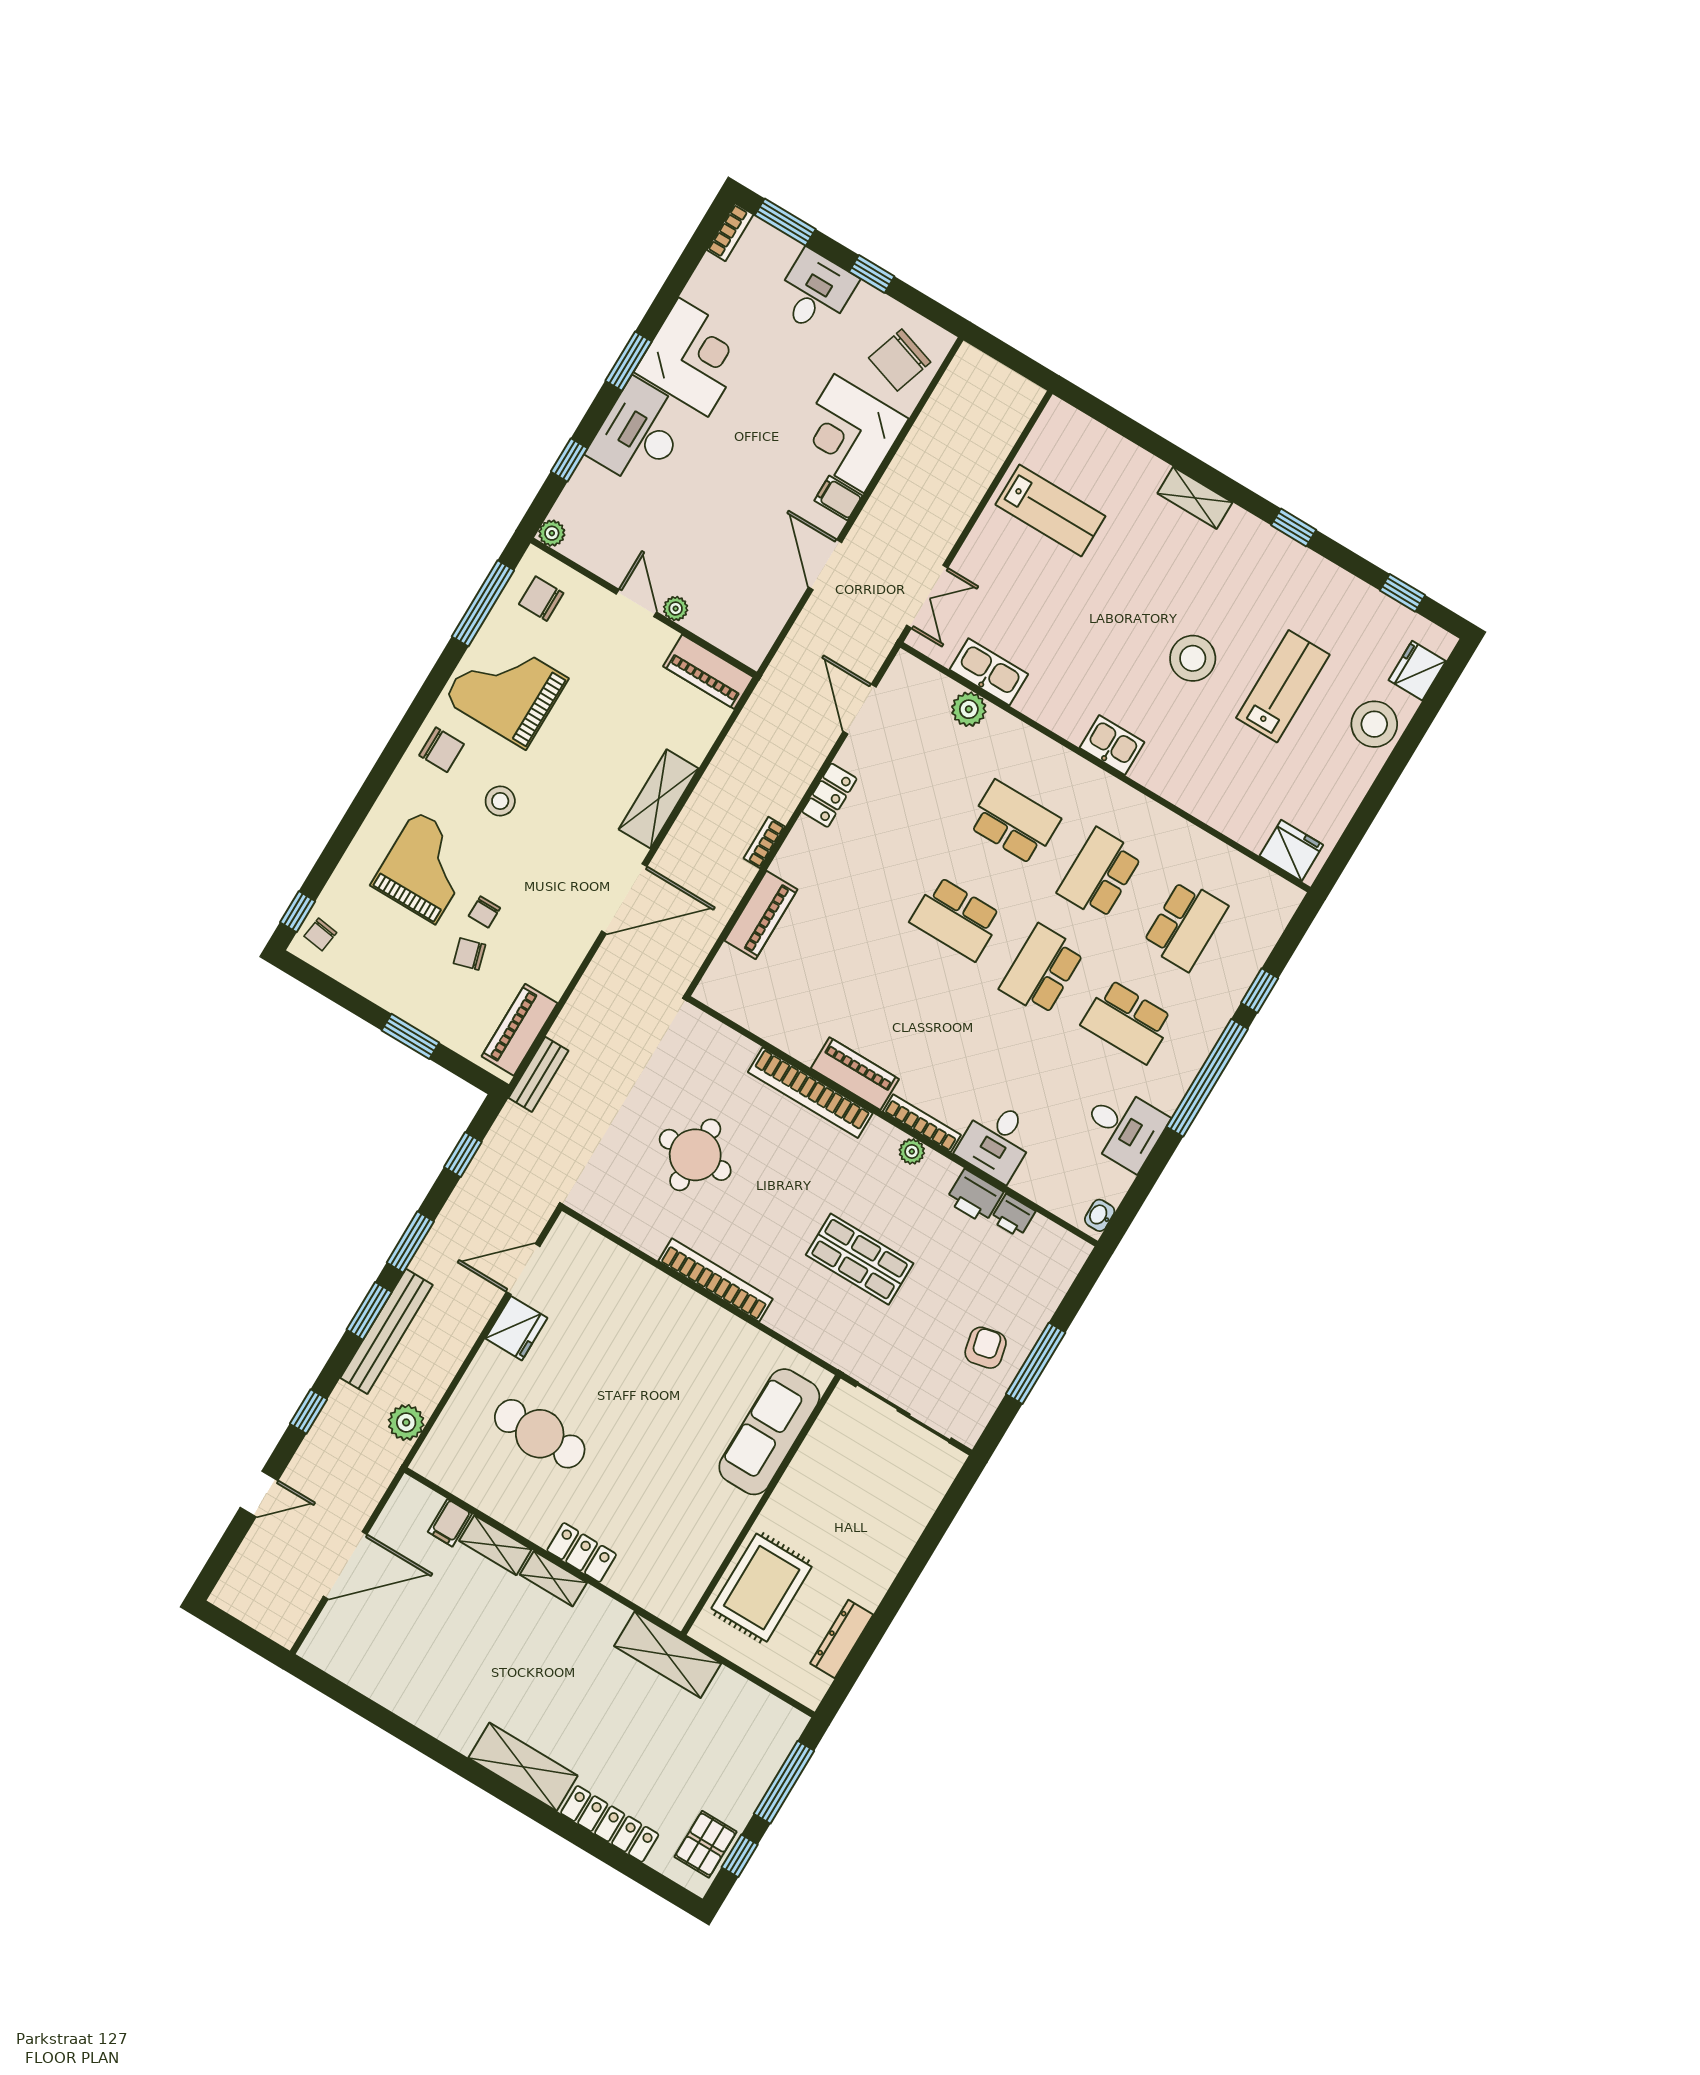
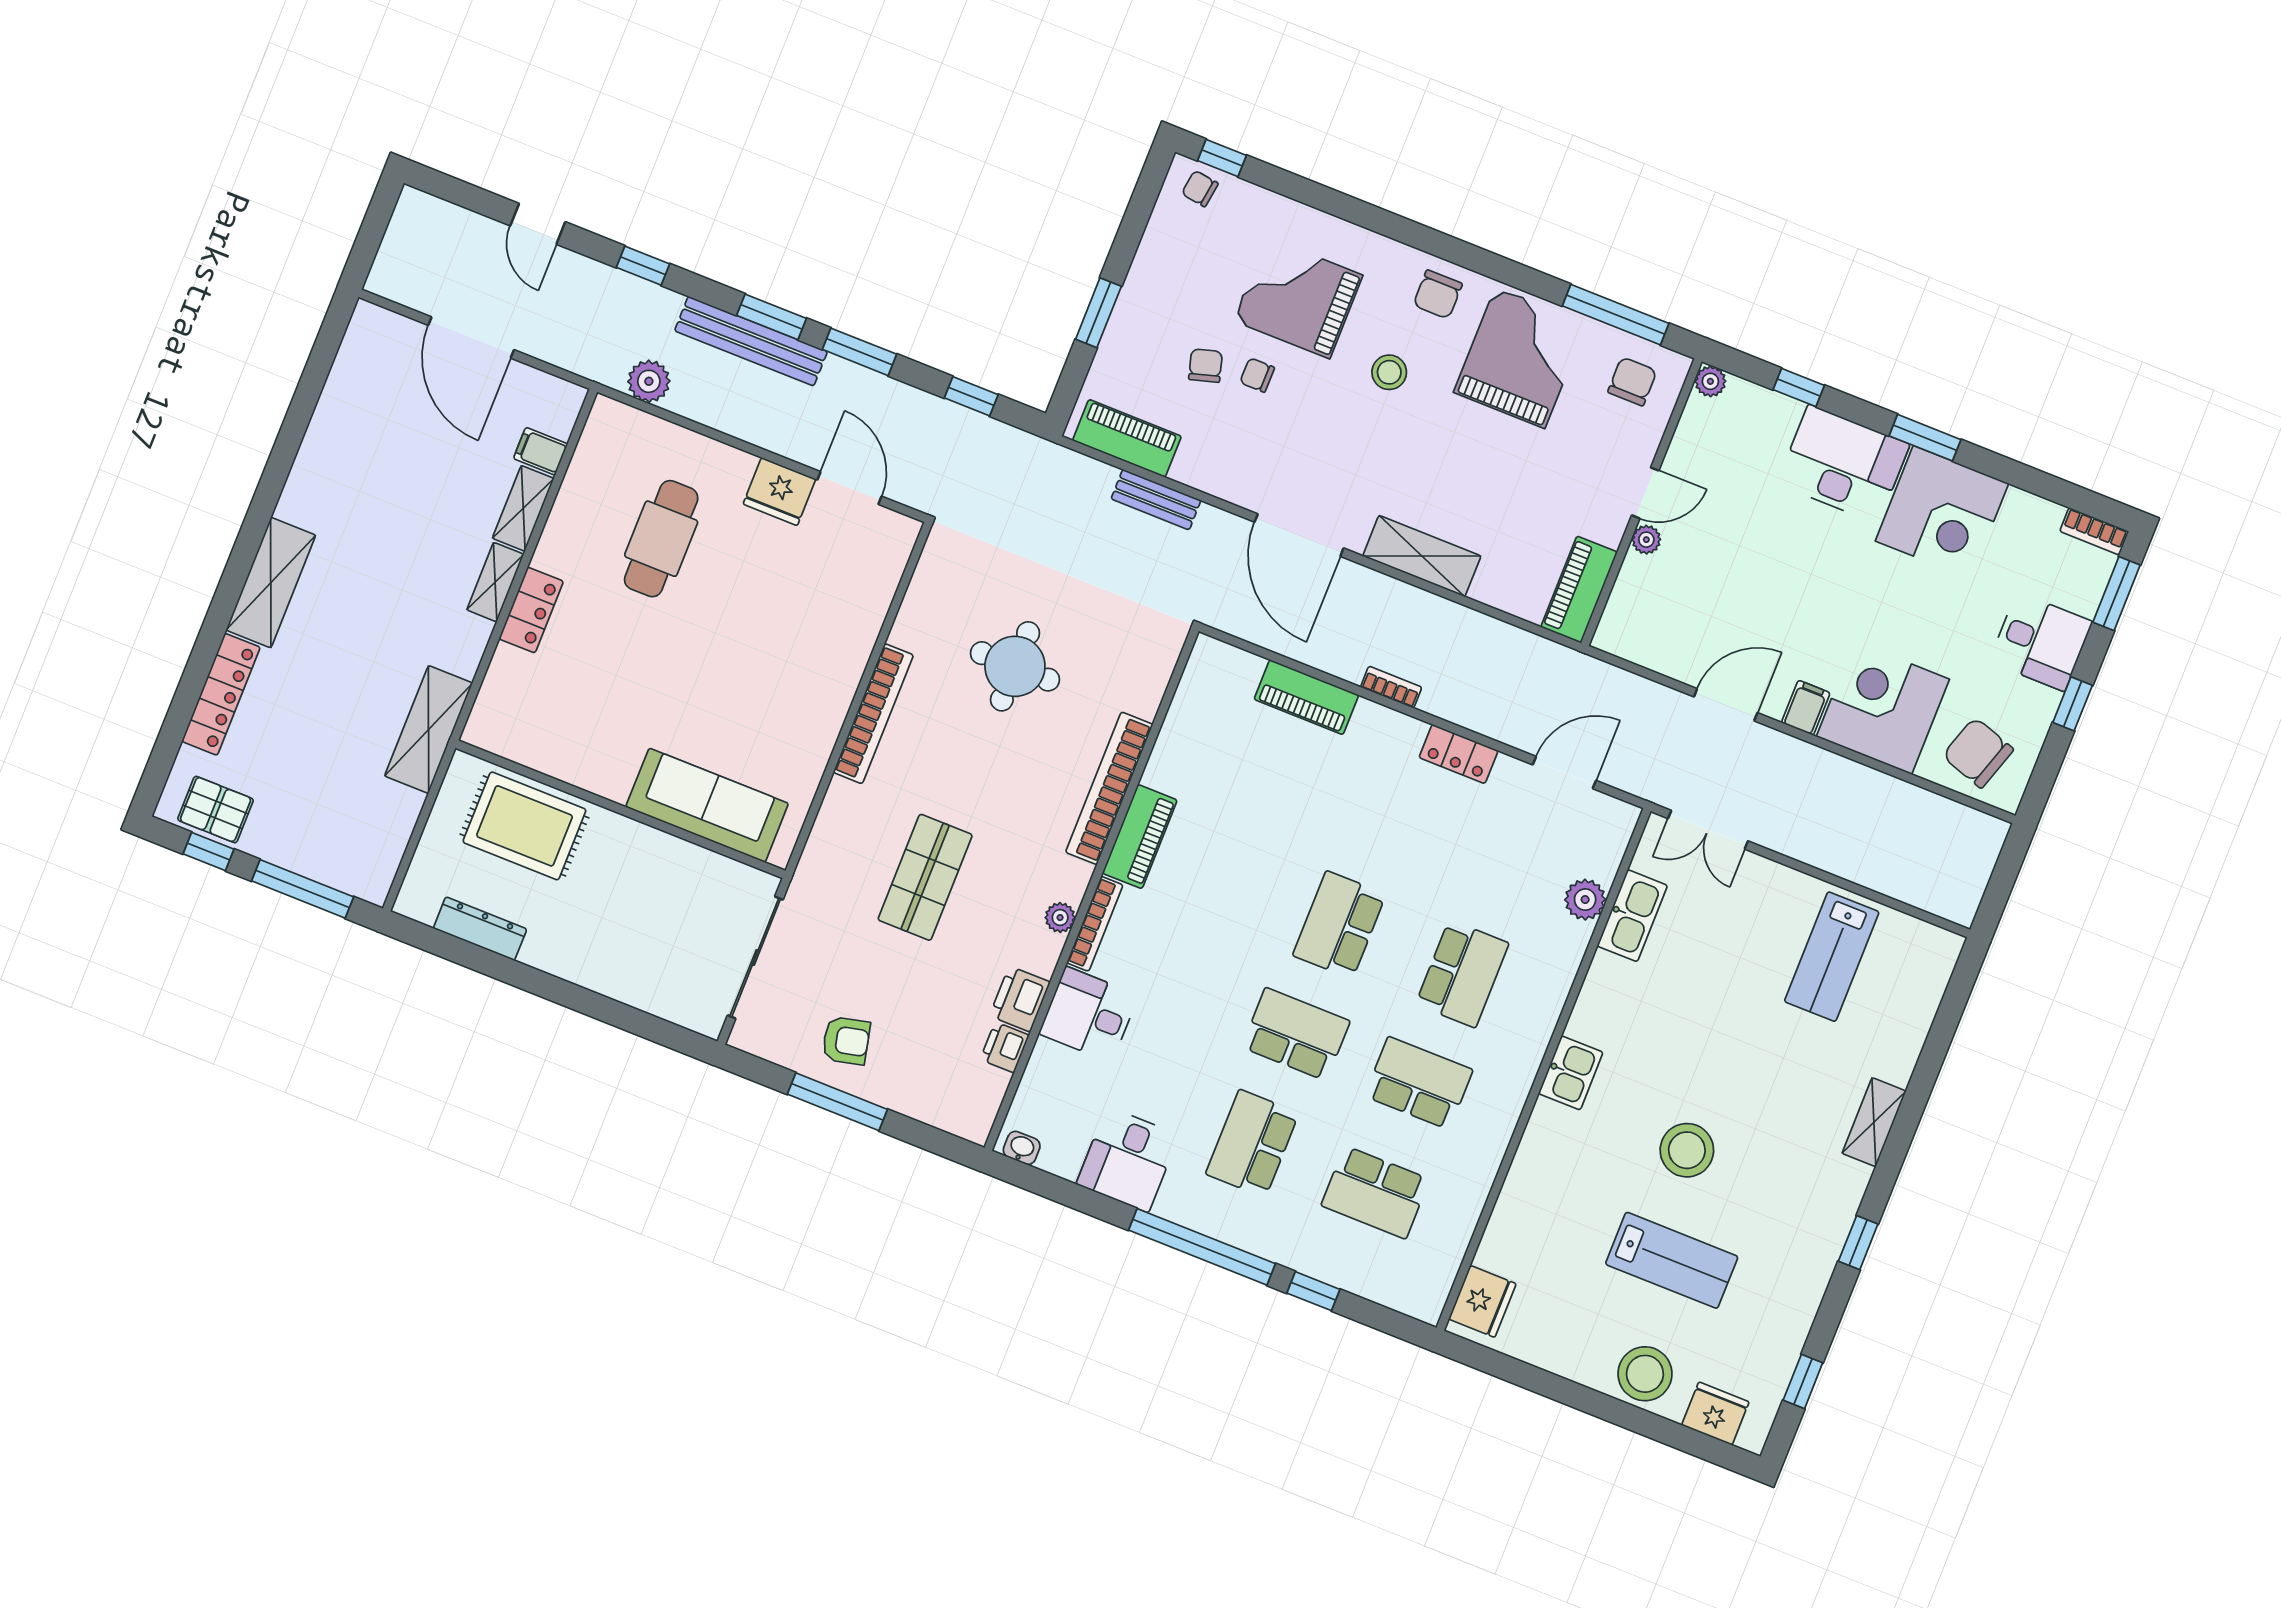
grand piano: (425, 867) -> (1298, 298), turned 180
bench: (538, 1074) -> (1156, 500), moved

